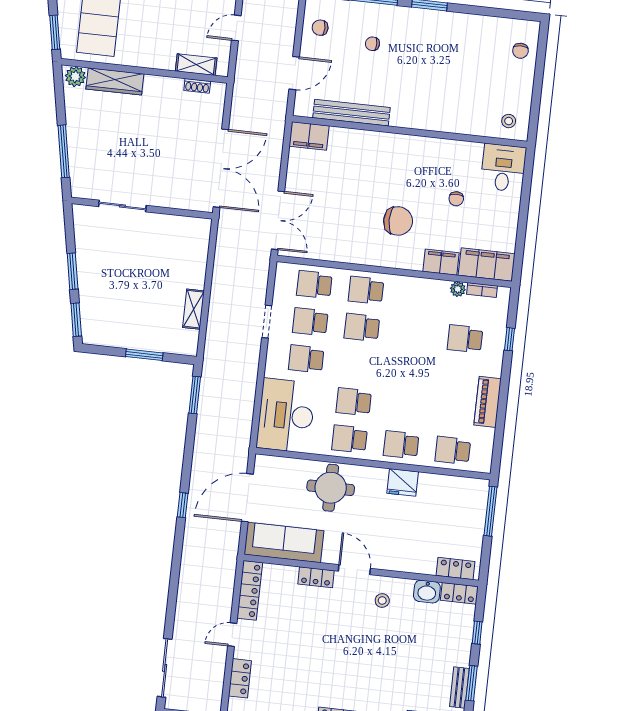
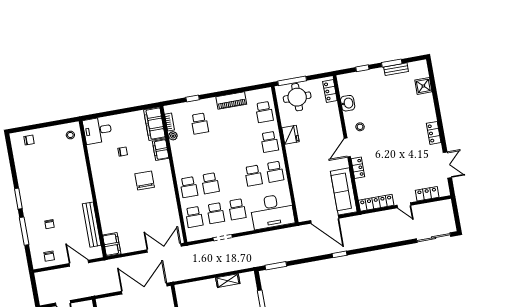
round table: (331, 488) -> (297, 97), moved
locker: (459, 593) -> (343, 85), removed

